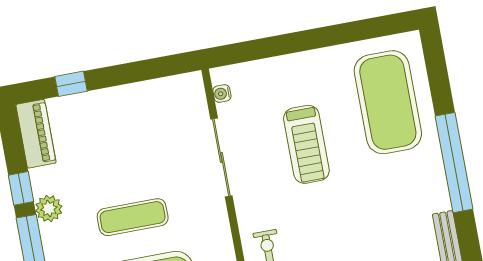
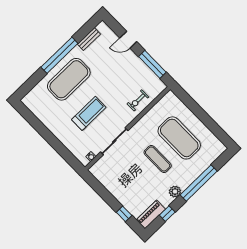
exercise mat: (388, 102) -> (69, 79), moved
window: (21, 188) -> (167, 214), moved

